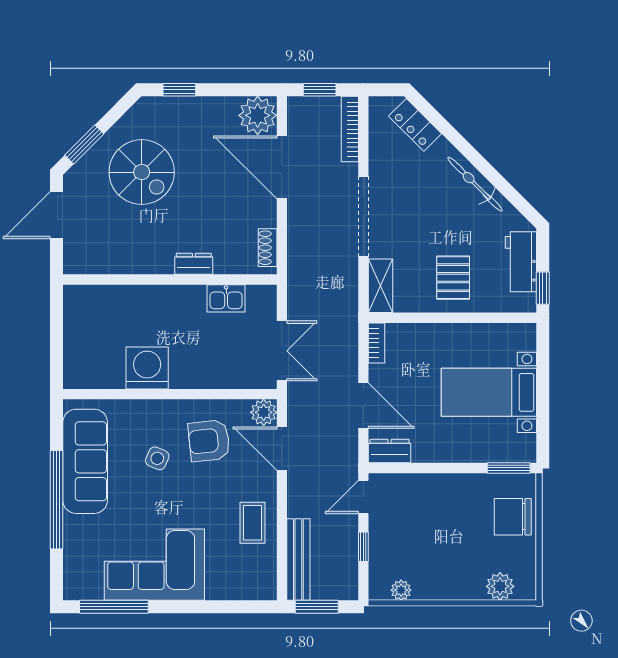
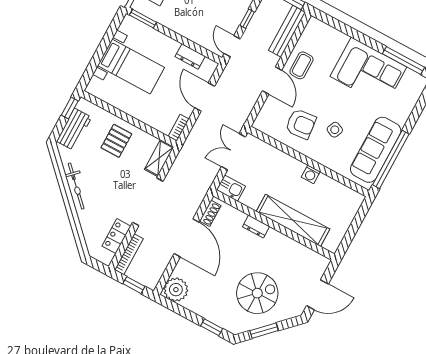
locker: (415, 125) -> (116, 236), moved, turned -135
window: (84, 144) -> (264, 331), moved
door: (282, 167) -> (187, 238), moved
spiral stairs: (142, 172) -> (257, 293), turned 90
kitchen sink: (226, 298) -> (231, 188), moved
shelving: (147, 300) -> (293, 220), added
washing machine: (147, 368) -> (311, 174), width x0.53, depth x0.53
plant: (264, 412) -> (262, 123), removed
door: (282, 449) -> (272, 81), moved
dresser: (390, 451) -> (190, 56), moved
door: (363, 497) -> (232, 46), swing flipped
window: (57, 500) -> (391, 159), moved

